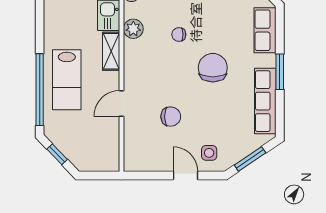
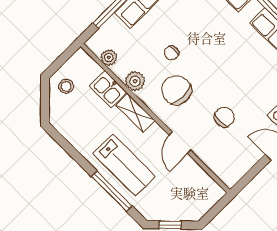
chair: (213, 68) -> (176, 90), moved
window: (40, 90) -> (112, 191), width x0.68

